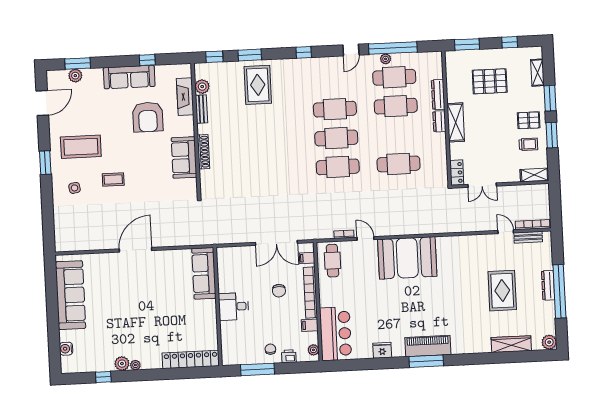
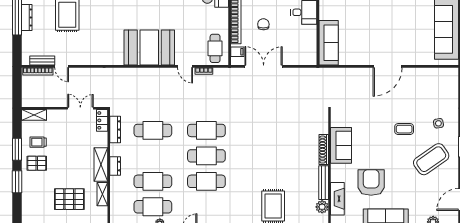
shelving: (537, 73) -> (102, 194), moved
dresser: (438, 95) -> (115, 130), moved
bench: (201, 109) -> (324, 183), width x1.36
coffee table: (81, 147) -> (431, 159), turned -35

